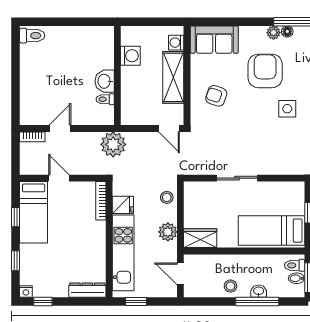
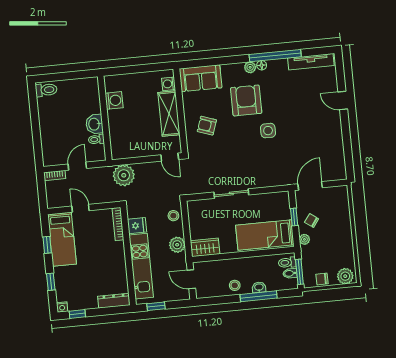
washing machine: (130, 56) -> (114, 100), moved
wall: (117, 75) -> (105, 118), moved
washbasin: (105, 81) -> (94, 124), moved
toilet: (105, 99) -> (96, 139), moved

